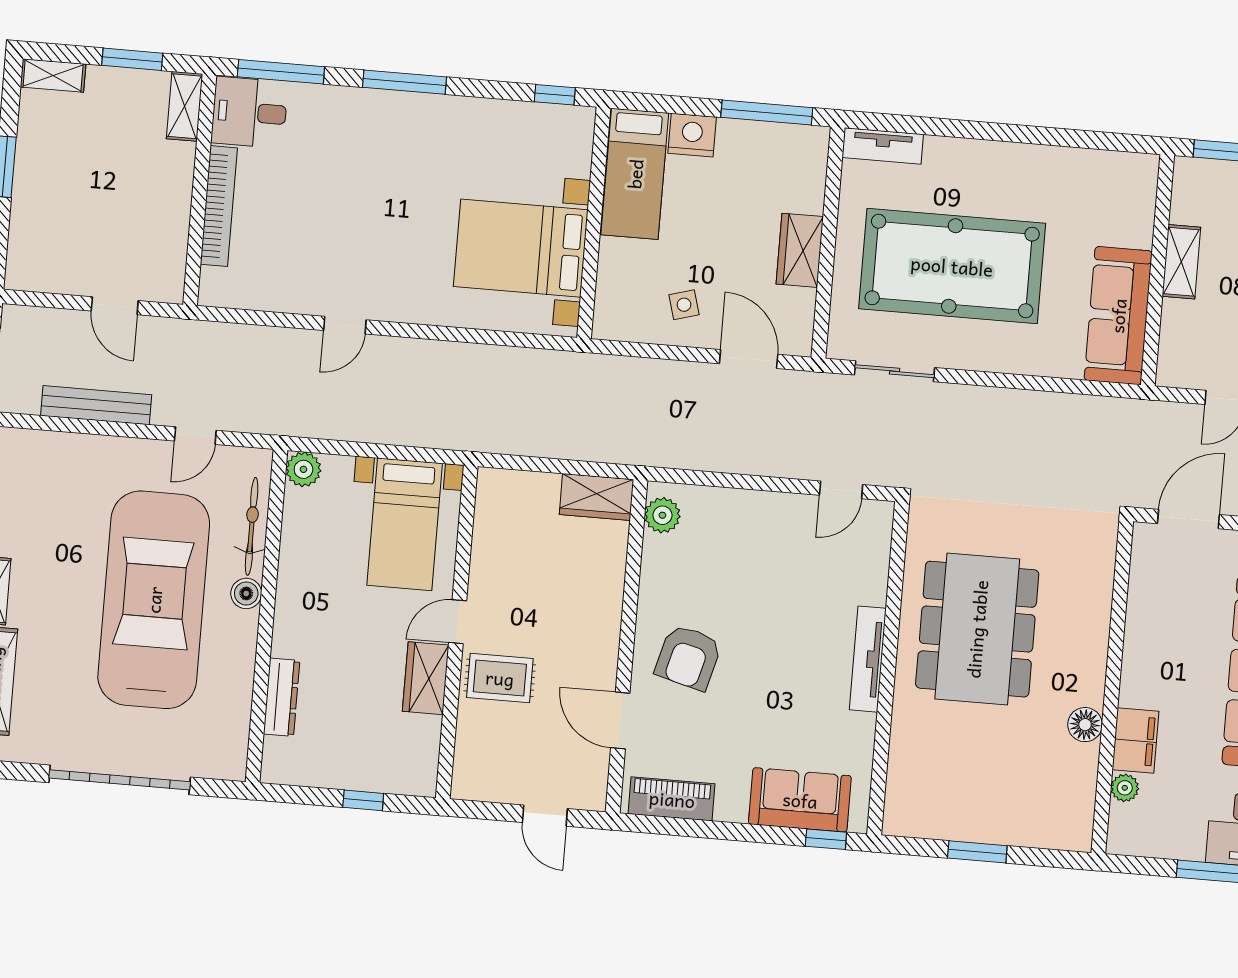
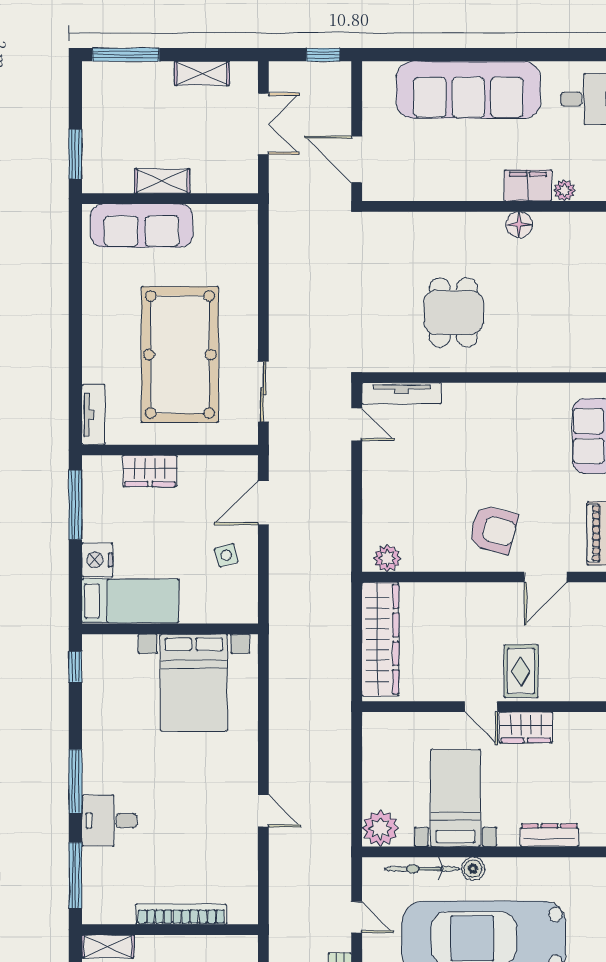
desk: (249, 112) -> (109, 821), moved, turned 90
wardrobe: (800, 250) -> (150, 471), moved
sofa: (1118, 316) -> (142, 226), moved
plant: (303, 469) -> (380, 828), width x1.36, depth x1.36
wardrobe: (597, 497) -> (380, 639), width x2.10, depth x1.17
bed with nightstands: (405, 524) -> (455, 798), moved, turned -90
dining table: (977, 629) -> (453, 312), width x0.53, depth x0.80
tv unit: (868, 659) -> (402, 393), moved

